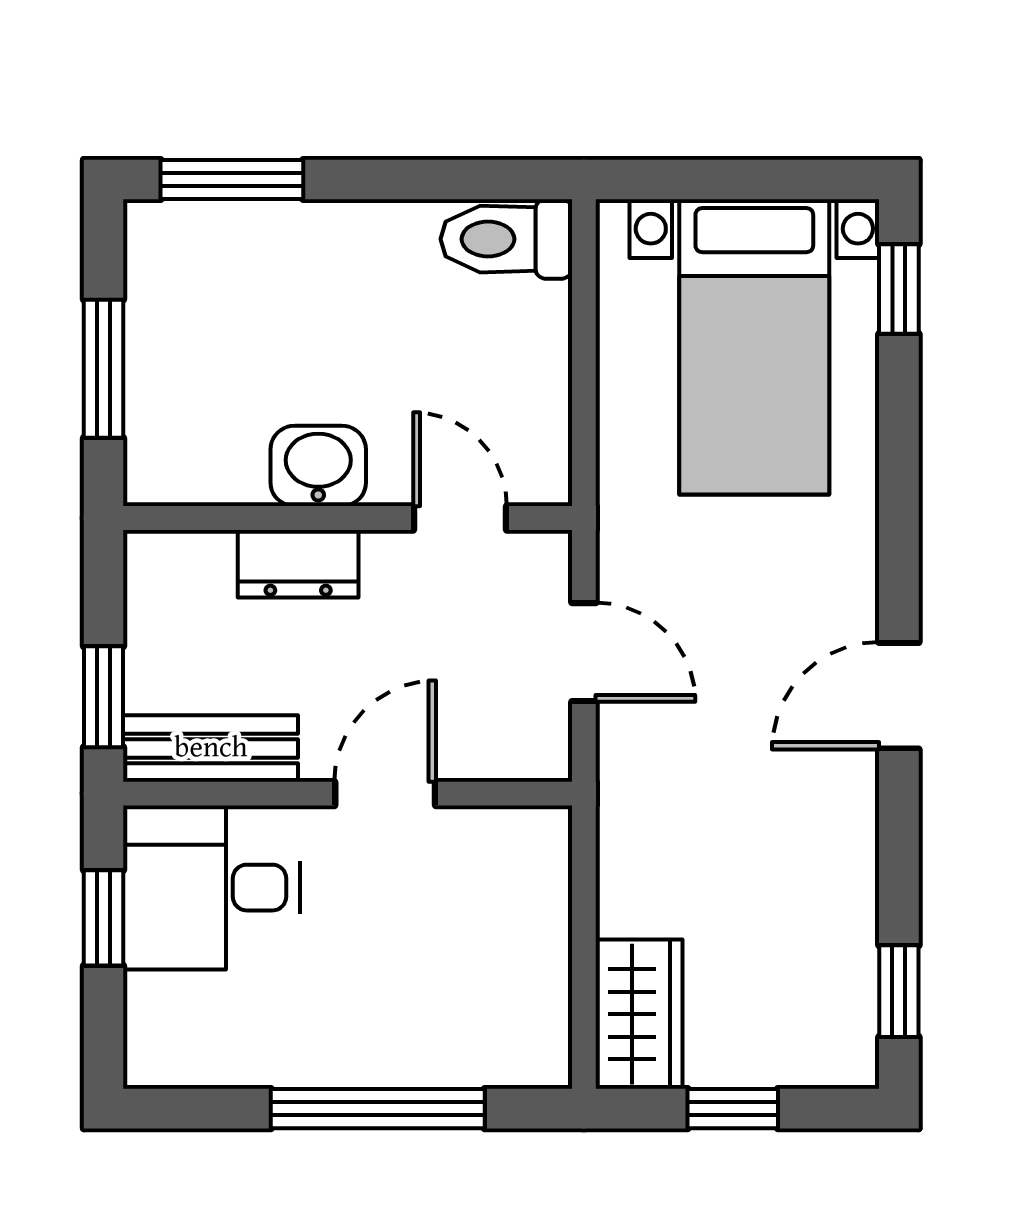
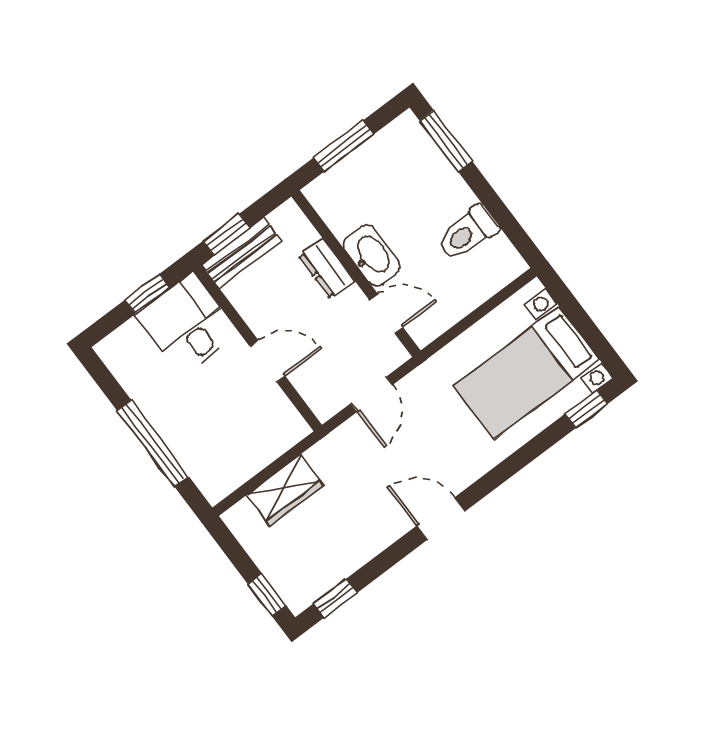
toilet: (506, 239) -> (468, 233), moved, turned -90
washbasin: (318, 466) -> (372, 256), width x1.38
door: (460, 518) -> (386, 314), hinge flipped
bench: (211, 748) -> (241, 253), moved, turned 90
wardrobe: (639, 1014) -> (285, 490), moved
window: (733, 1109) -> (267, 595), moved

